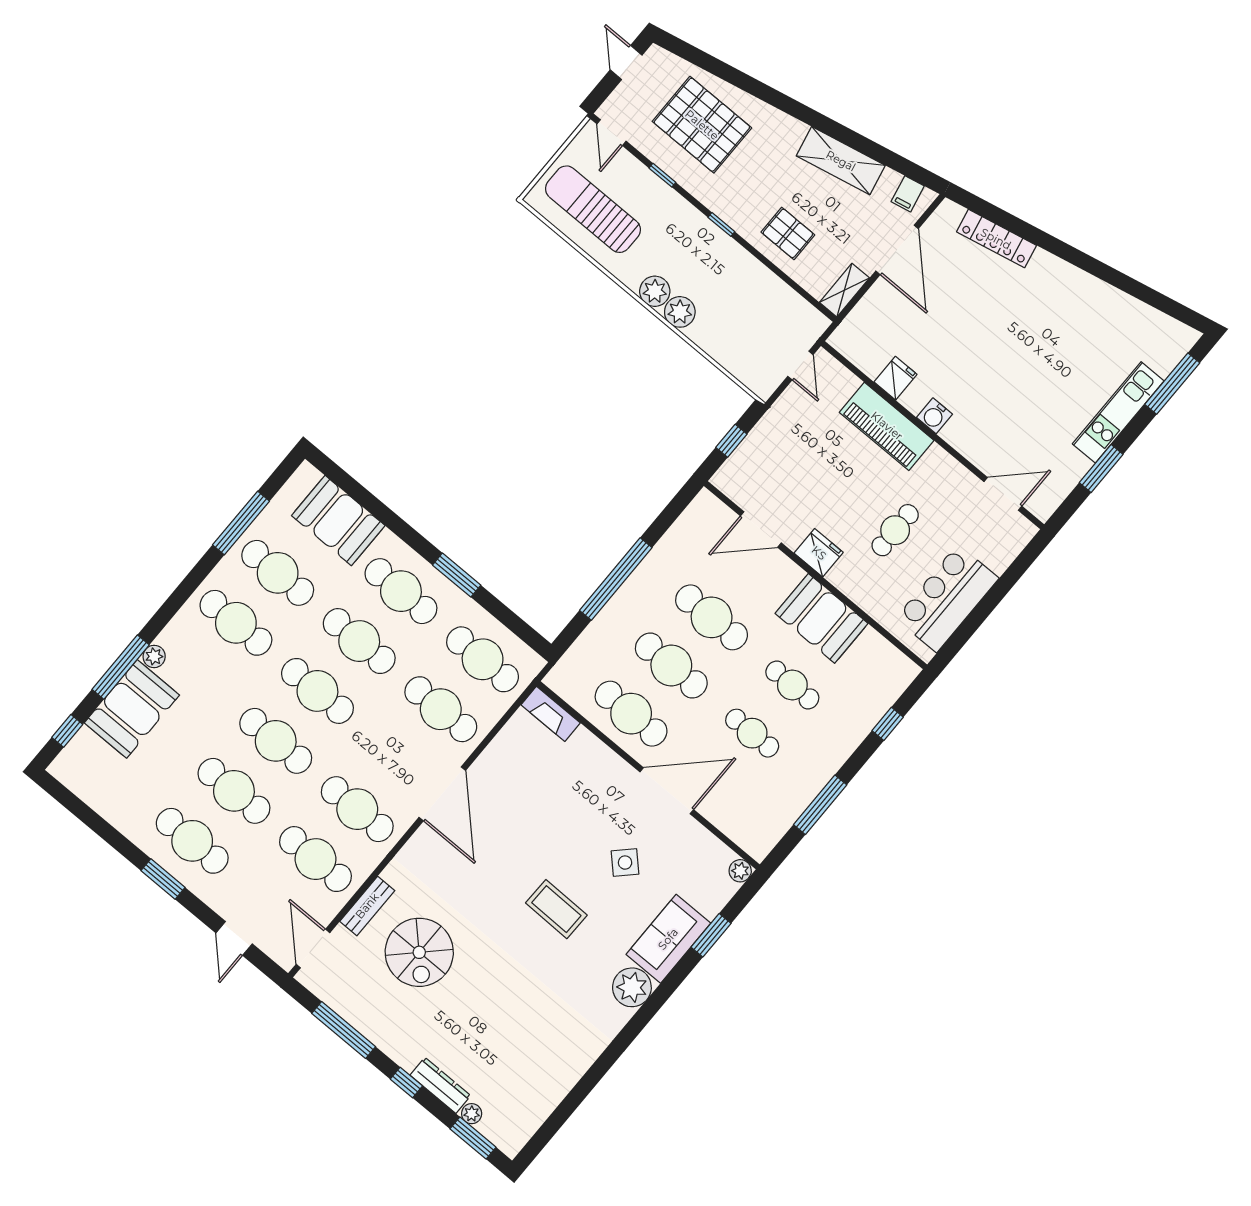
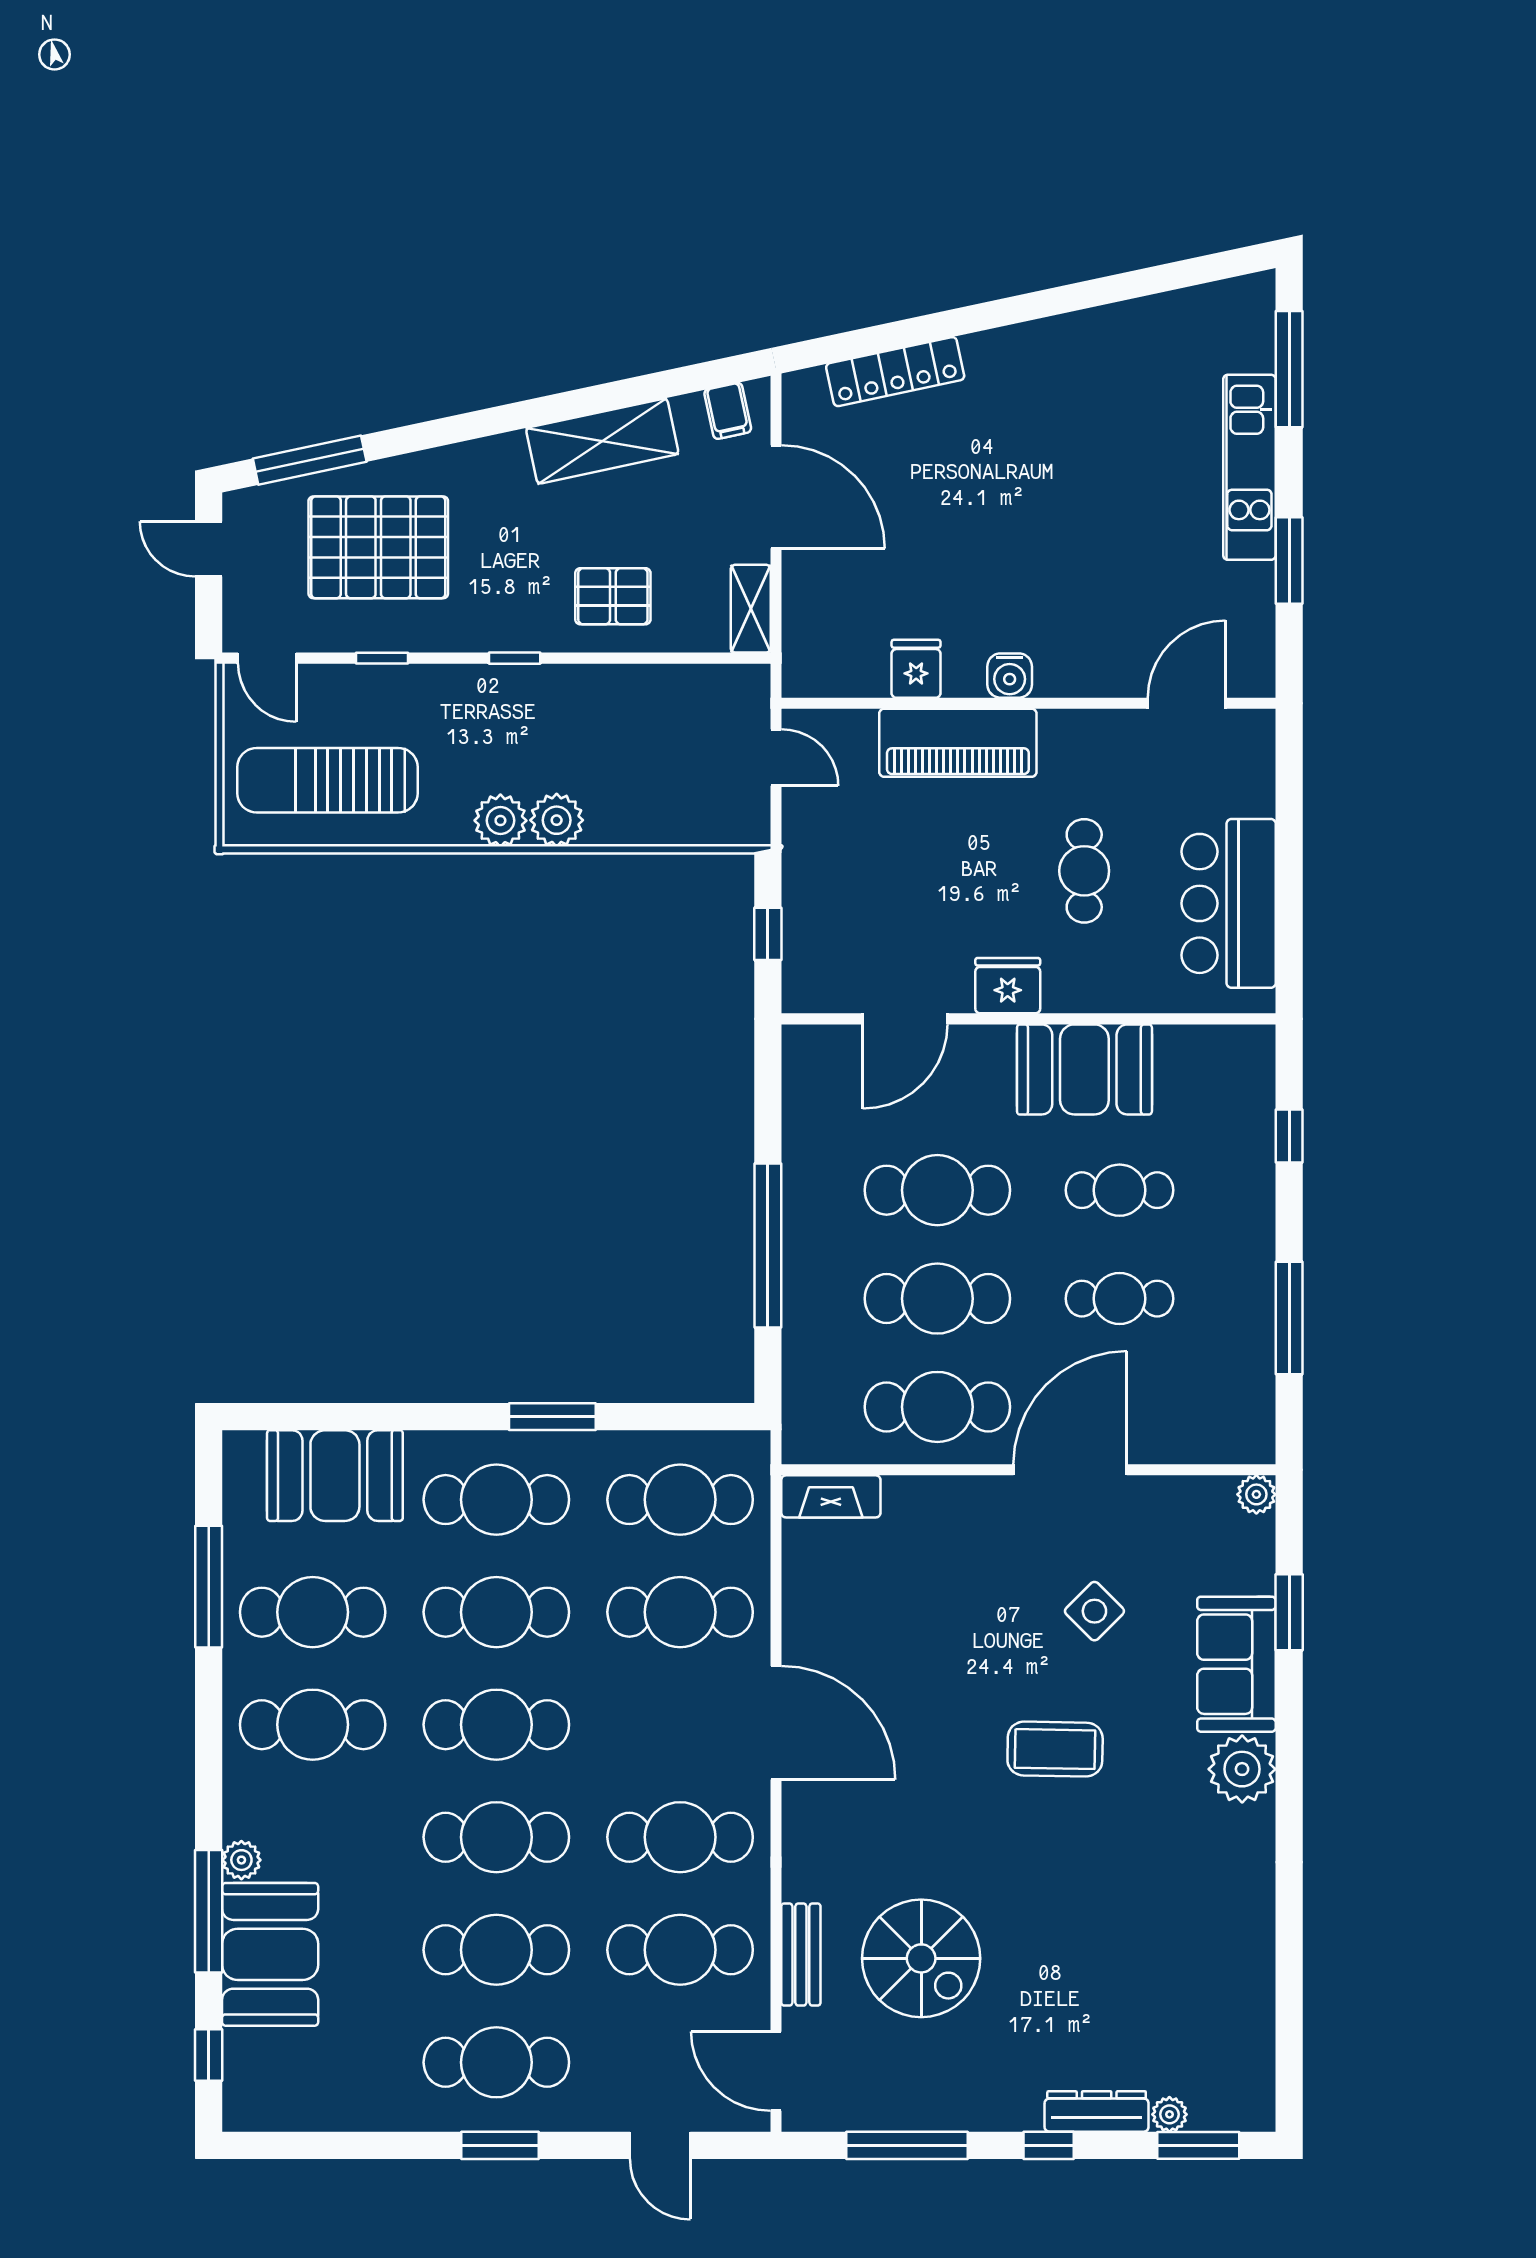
window: (704, 61) -> (310, 460), added

